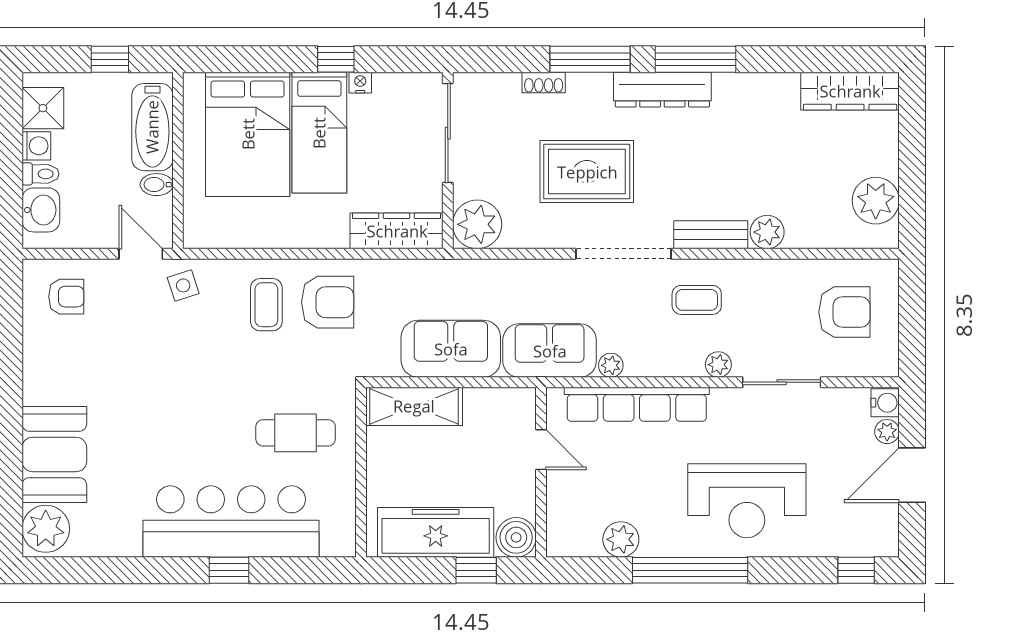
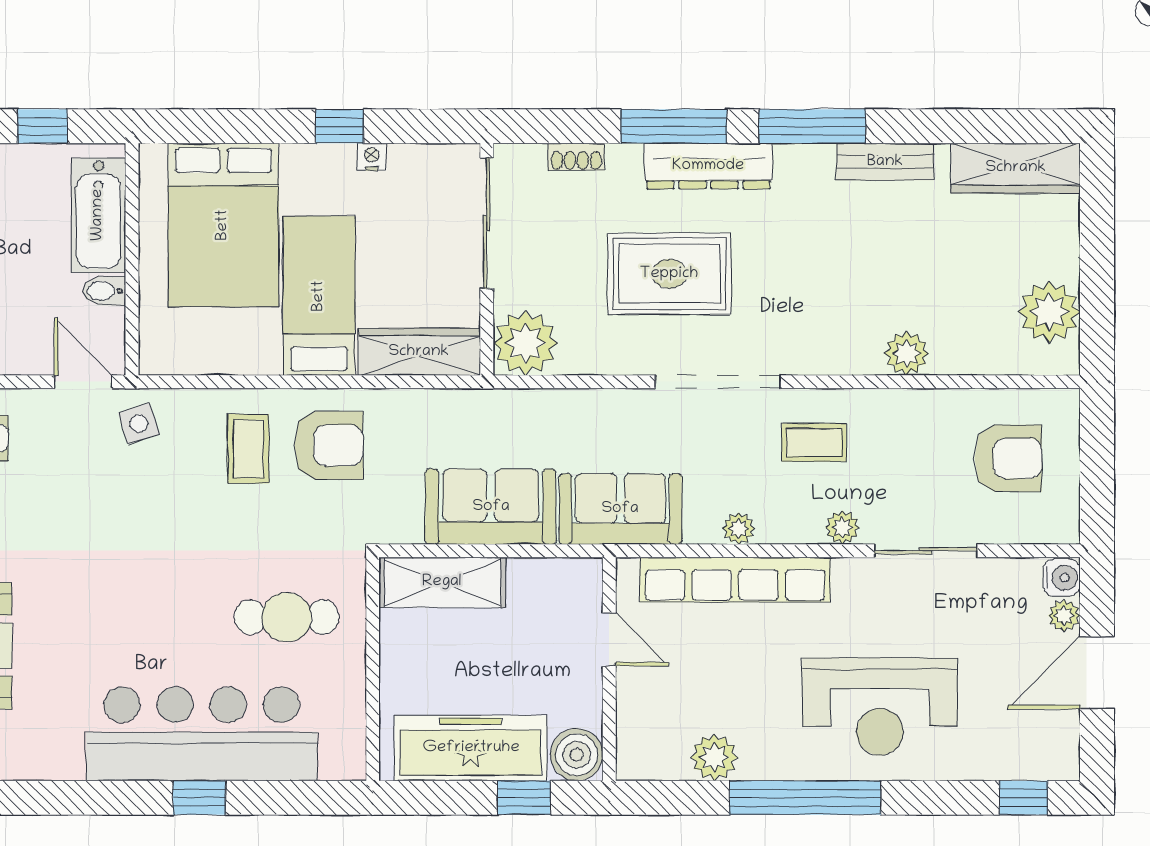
shoe rack: (544, 83) -> (576, 157), moved
dresser: (662, 90) -> (708, 166), moved
bed: (319, 133) -> (319, 296), moved, turned 180
bench: (711, 235) -> (885, 162), moved
plant: (611, 365) -> (739, 528), moved

